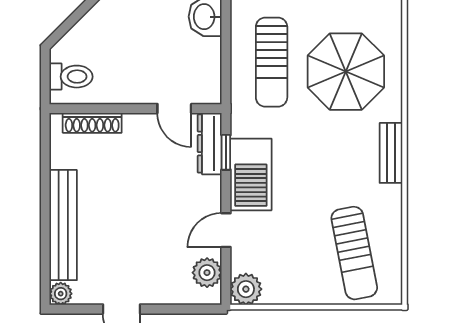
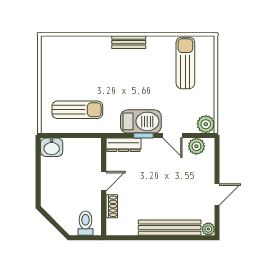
parasol: (346, 72) -> (83, 68), removed
door: (174, 109) -> (104, 181), moved
shoe rack: (92, 123) -> (112, 206), width x0.70
window: (226, 152) -> (143, 135), moved
sun lounger: (354, 253) -> (185, 63), turned -79

